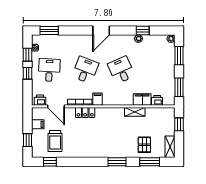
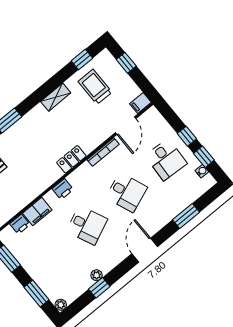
window: (49, 31) -> (186, 216), moved
desk: (85, 70) -> (126, 192), turned -42
filing cabinet: (97, 99) -> (87, 171), removed
printer: (40, 100) -> (63, 189), moved
door: (56, 106) -> (126, 126), swing flipped
locker: (85, 112) -> (71, 159), moved
shelving: (135, 112) -> (56, 97), moved
filing cabinet: (38, 124) -> (140, 103), moved

